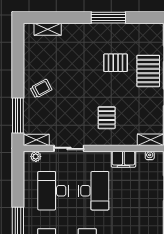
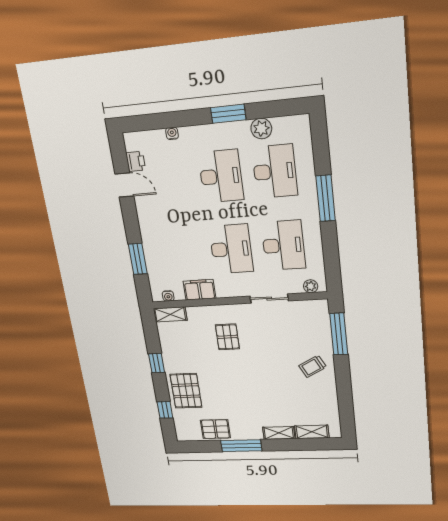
pallet: (116, 63) -> (215, 429), moved
shelving: (36, 140) -> (279, 433), moved
desk: (94, 191) -> (231, 249), turned 180

